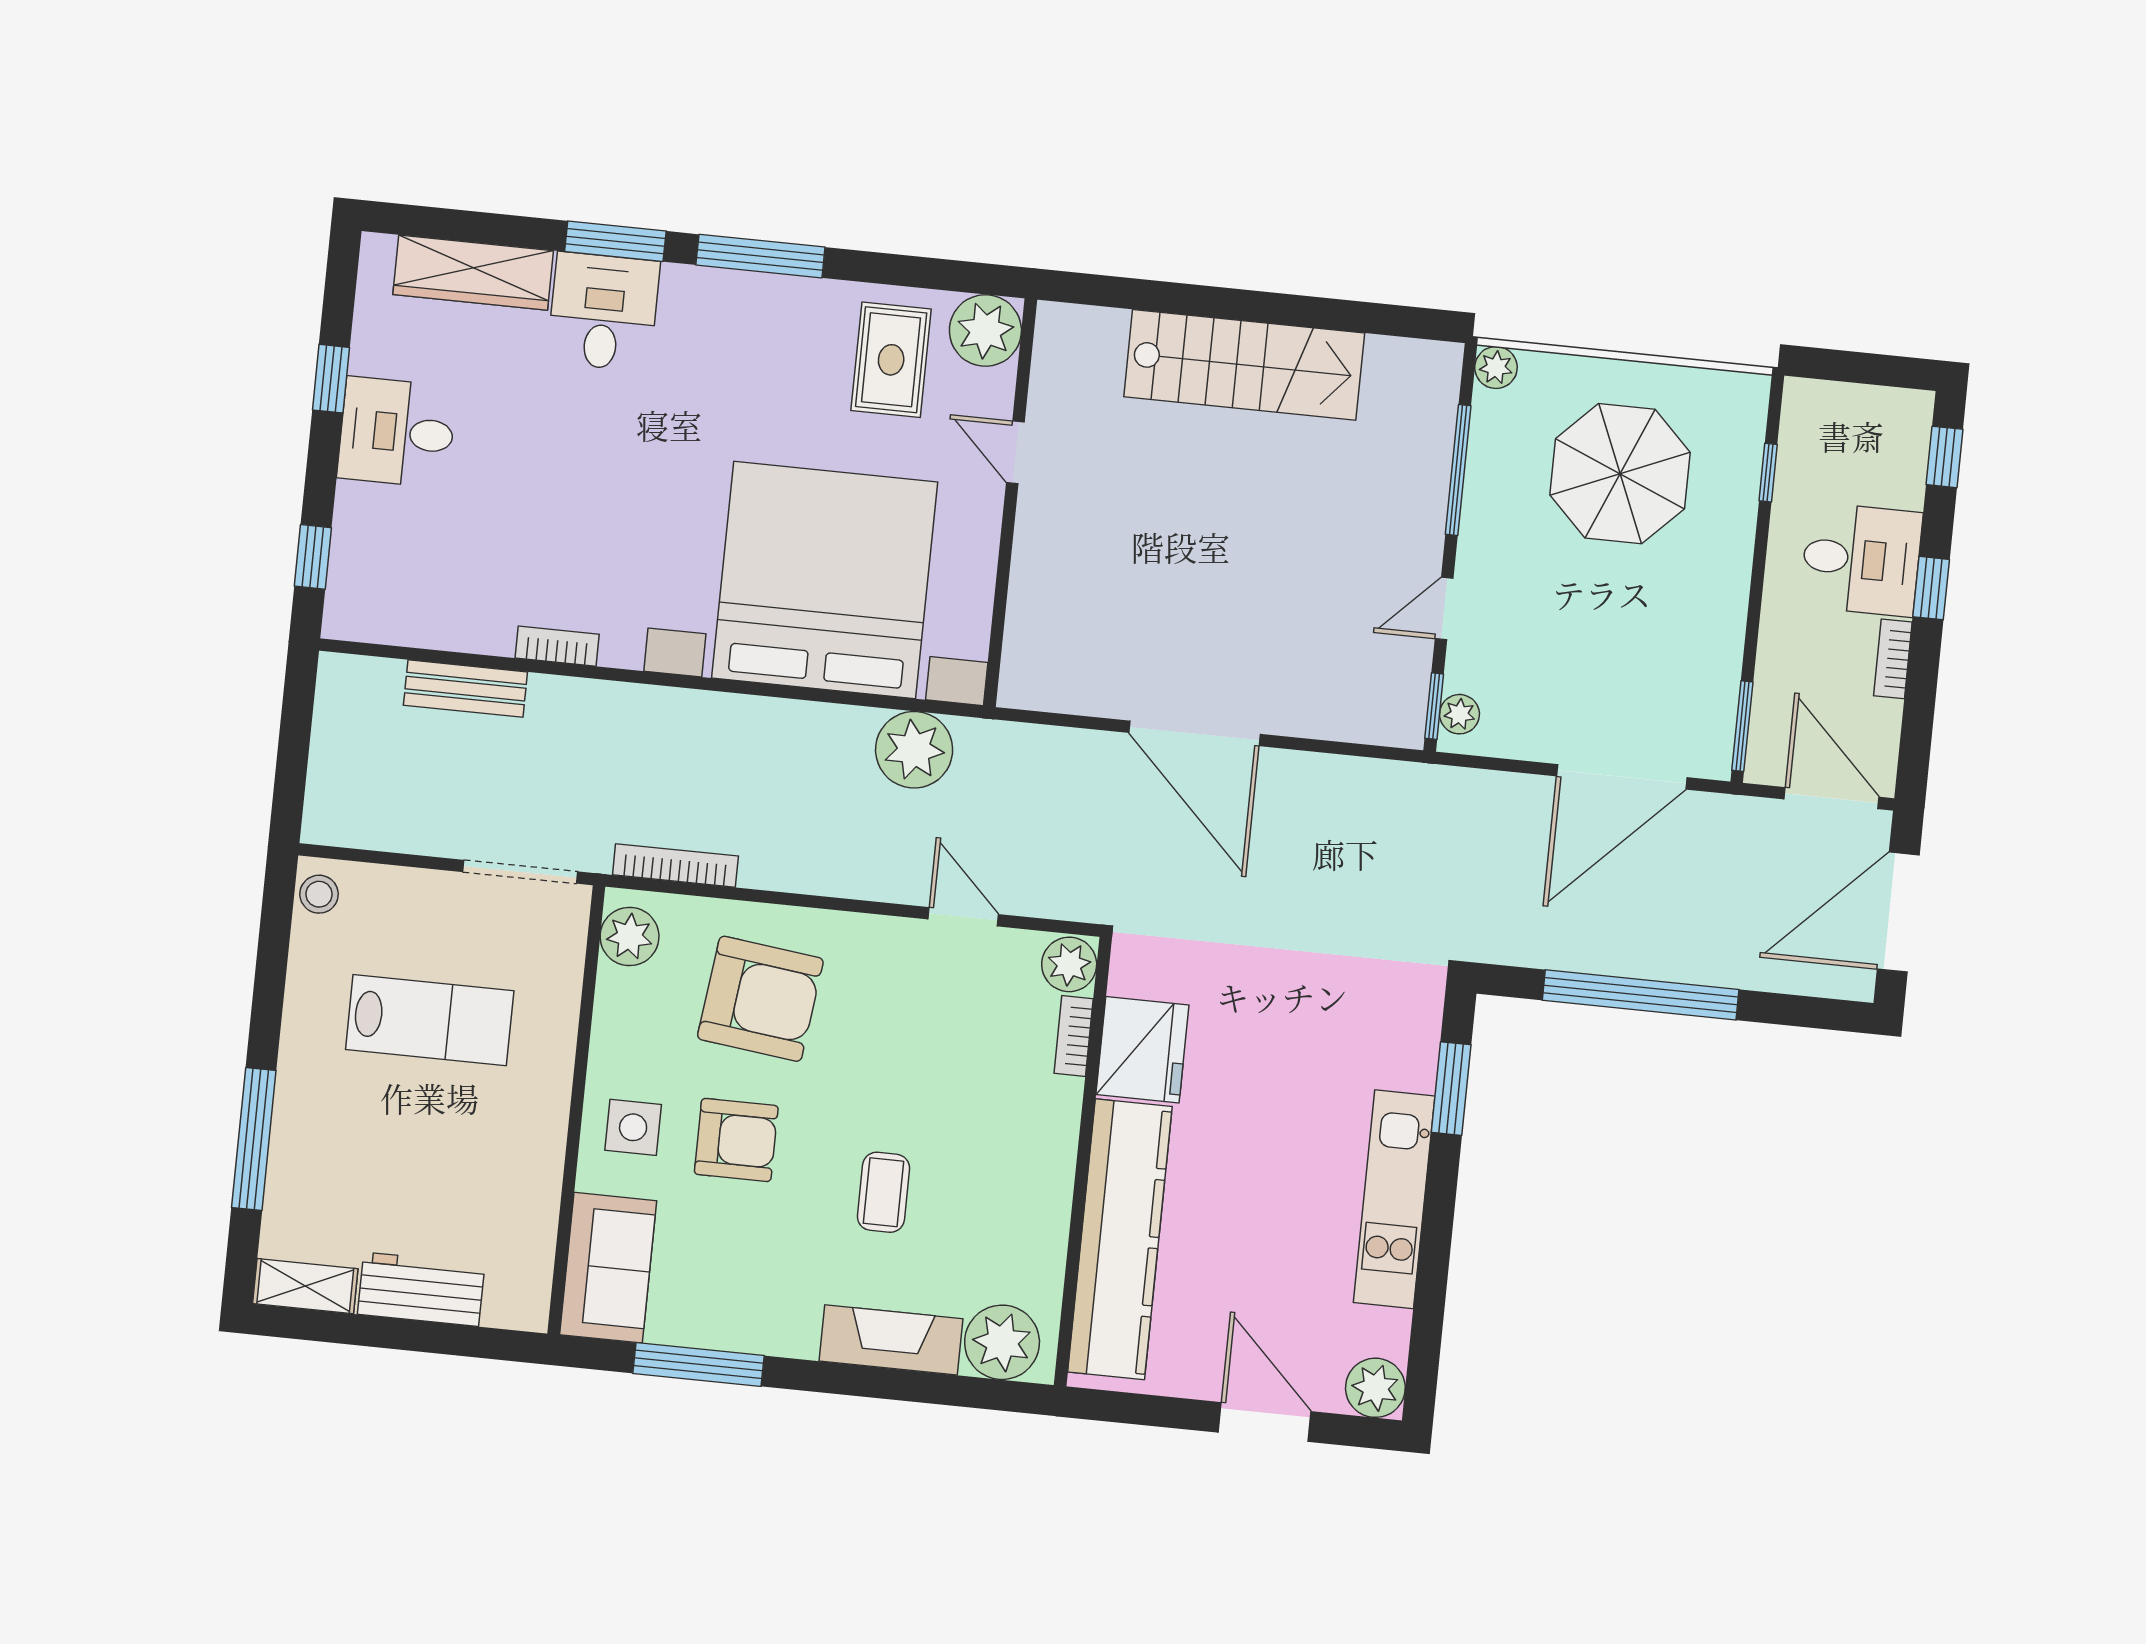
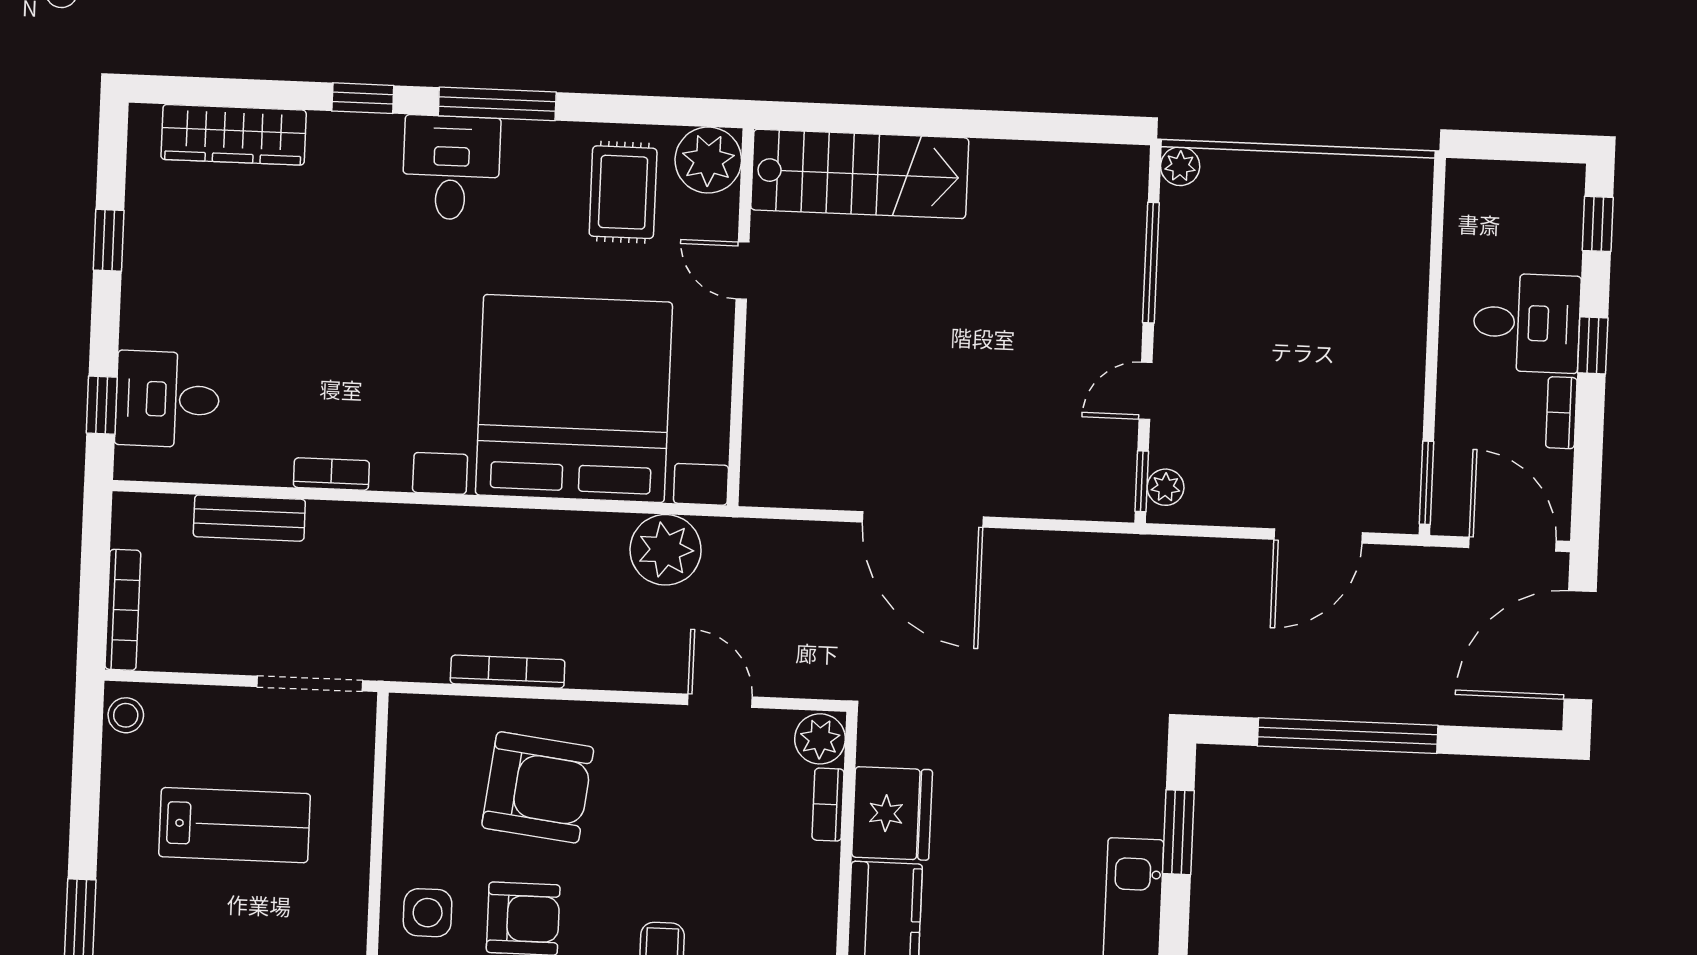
window: (615, 241) -> (363, 98), width x0.67
desk: (603, 312) -> (451, 168), moved
stairs: (1244, 365) -> (860, 174), moved
desk: (397, 432) -> (167, 399), moved
window: (1768, 473) -> (1436, 248), removed
parasol: (1620, 474) -> (1300, 257), removed
door: (1622, 777) -> (1318, 536), width x0.73
bookcase: (323, 780) -> (123, 610), added
bookcase: (675, 865) -> (508, 672), moved
plant: (630, 936) -> (414, 737), removed

